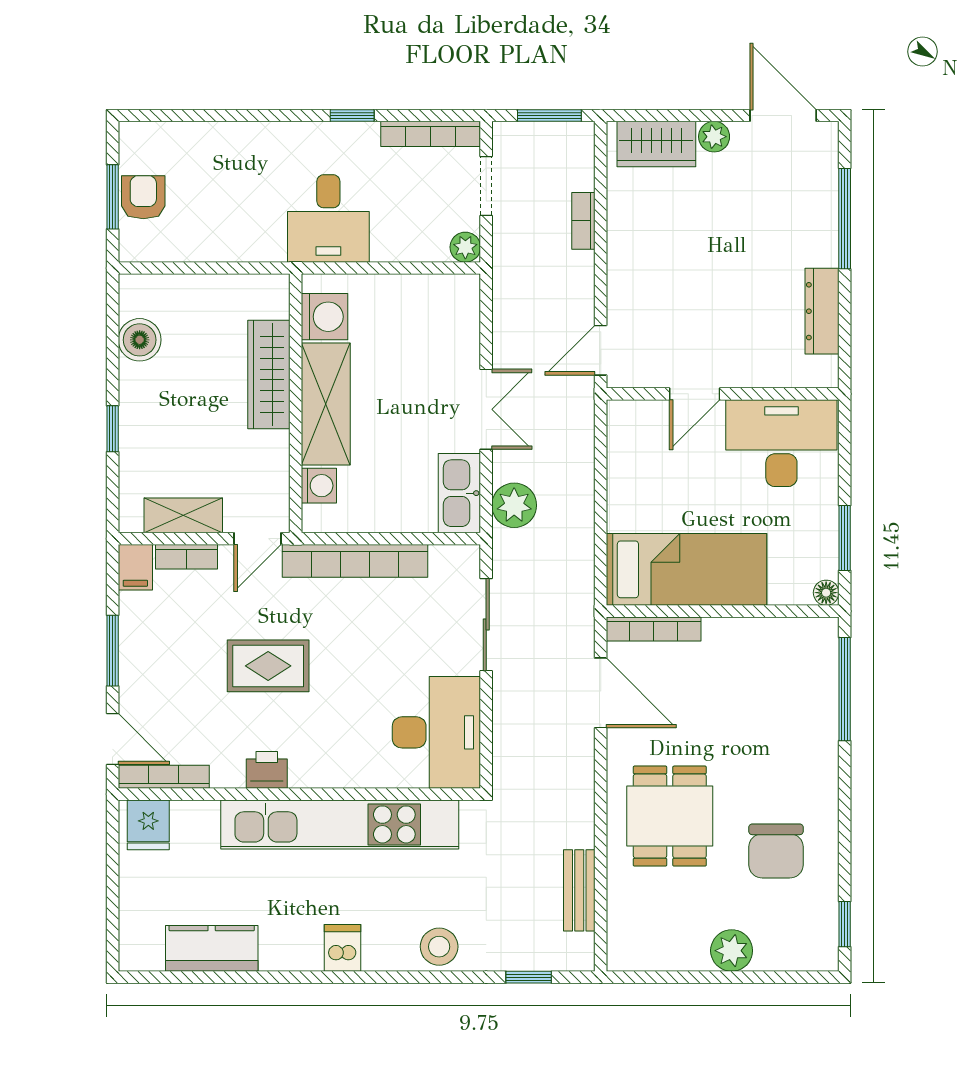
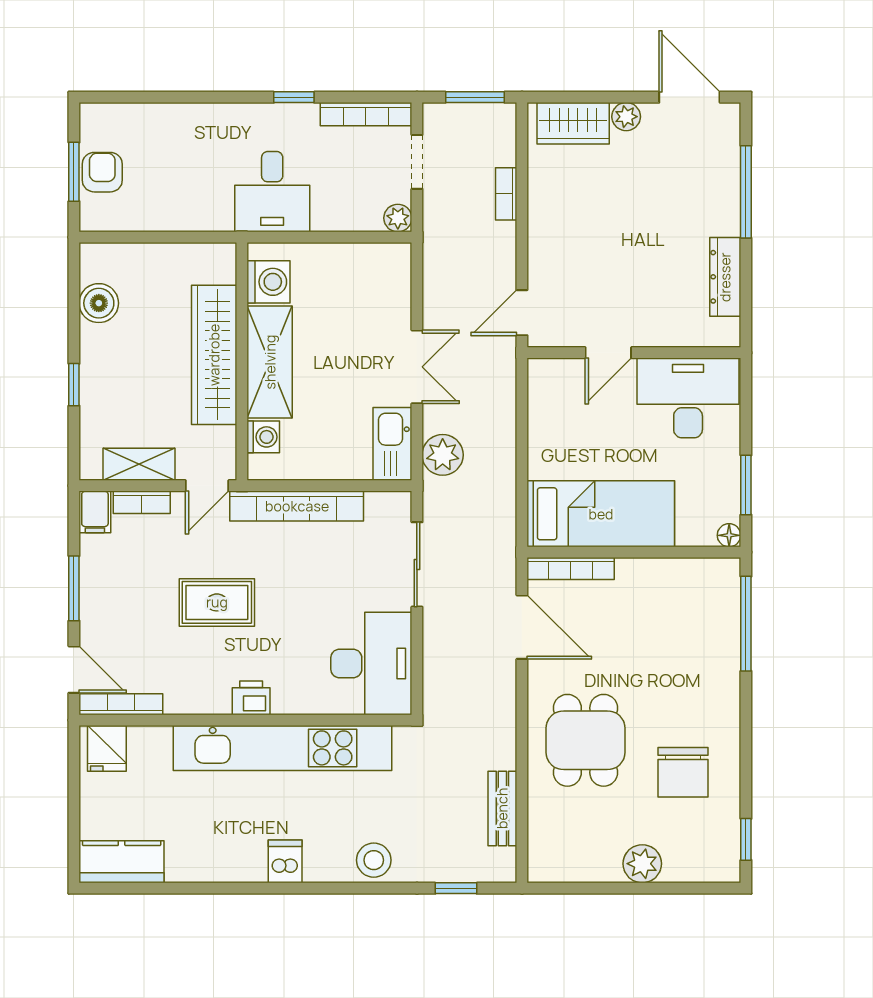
wardrobe: (269, 374) -> (214, 355), width x1.40, depth x1.17
printer: (267, 770) -> (251, 698), moved
kitchen counter: (212, 948) -> (122, 862), moved

